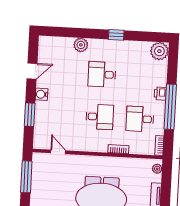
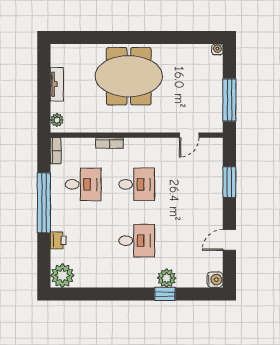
window: (116, 35) -> (165, 294), moved
water cooler: (42, 94) -> (215, 280), moved
printer: (160, 94) -> (58, 240), moved
desk: (100, 117) -> (137, 184), turned 180
door: (58, 152) -> (189, 135), hinge flipped

